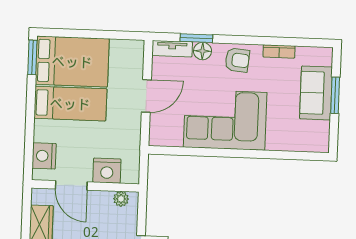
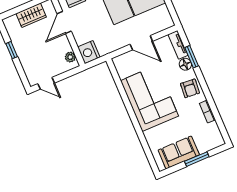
sofa: (316, 93) -> (179, 152), moved
nightstand: (107, 171) -> (89, 52), moved

